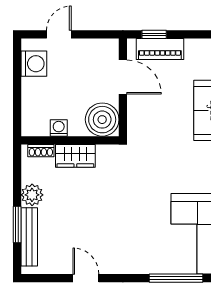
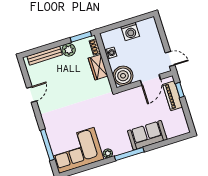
door: (59, 34) -> (170, 59), moved
washing machine: (34, 64) -> (130, 31), moved
window: (17, 224) -> (81, 37), moved

